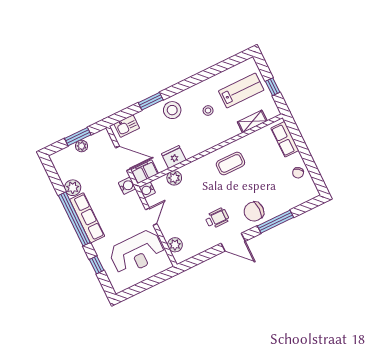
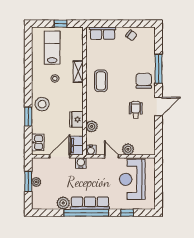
shelving: (252, 121) -> (78, 72), moved
chair: (254, 212) -> (144, 81), turned 180
plant: (175, 245) -> (128, 149), moved
reception desk: (137, 252) -> (132, 179), turned 180

